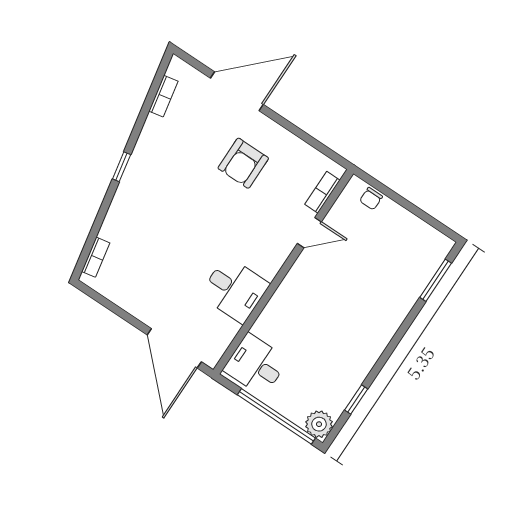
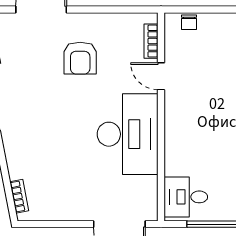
door: (309, 233) -> (161, 76), swing flipped
desk: (235, 290) -> (128, 134), width x1.87, depth x1.30

